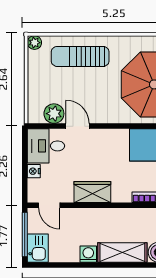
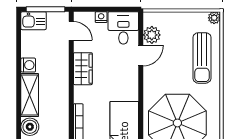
sun lounger: (80, 56) -> (202, 58), turned 180
door: (49, 205) -> (71, 31), swing flipped

